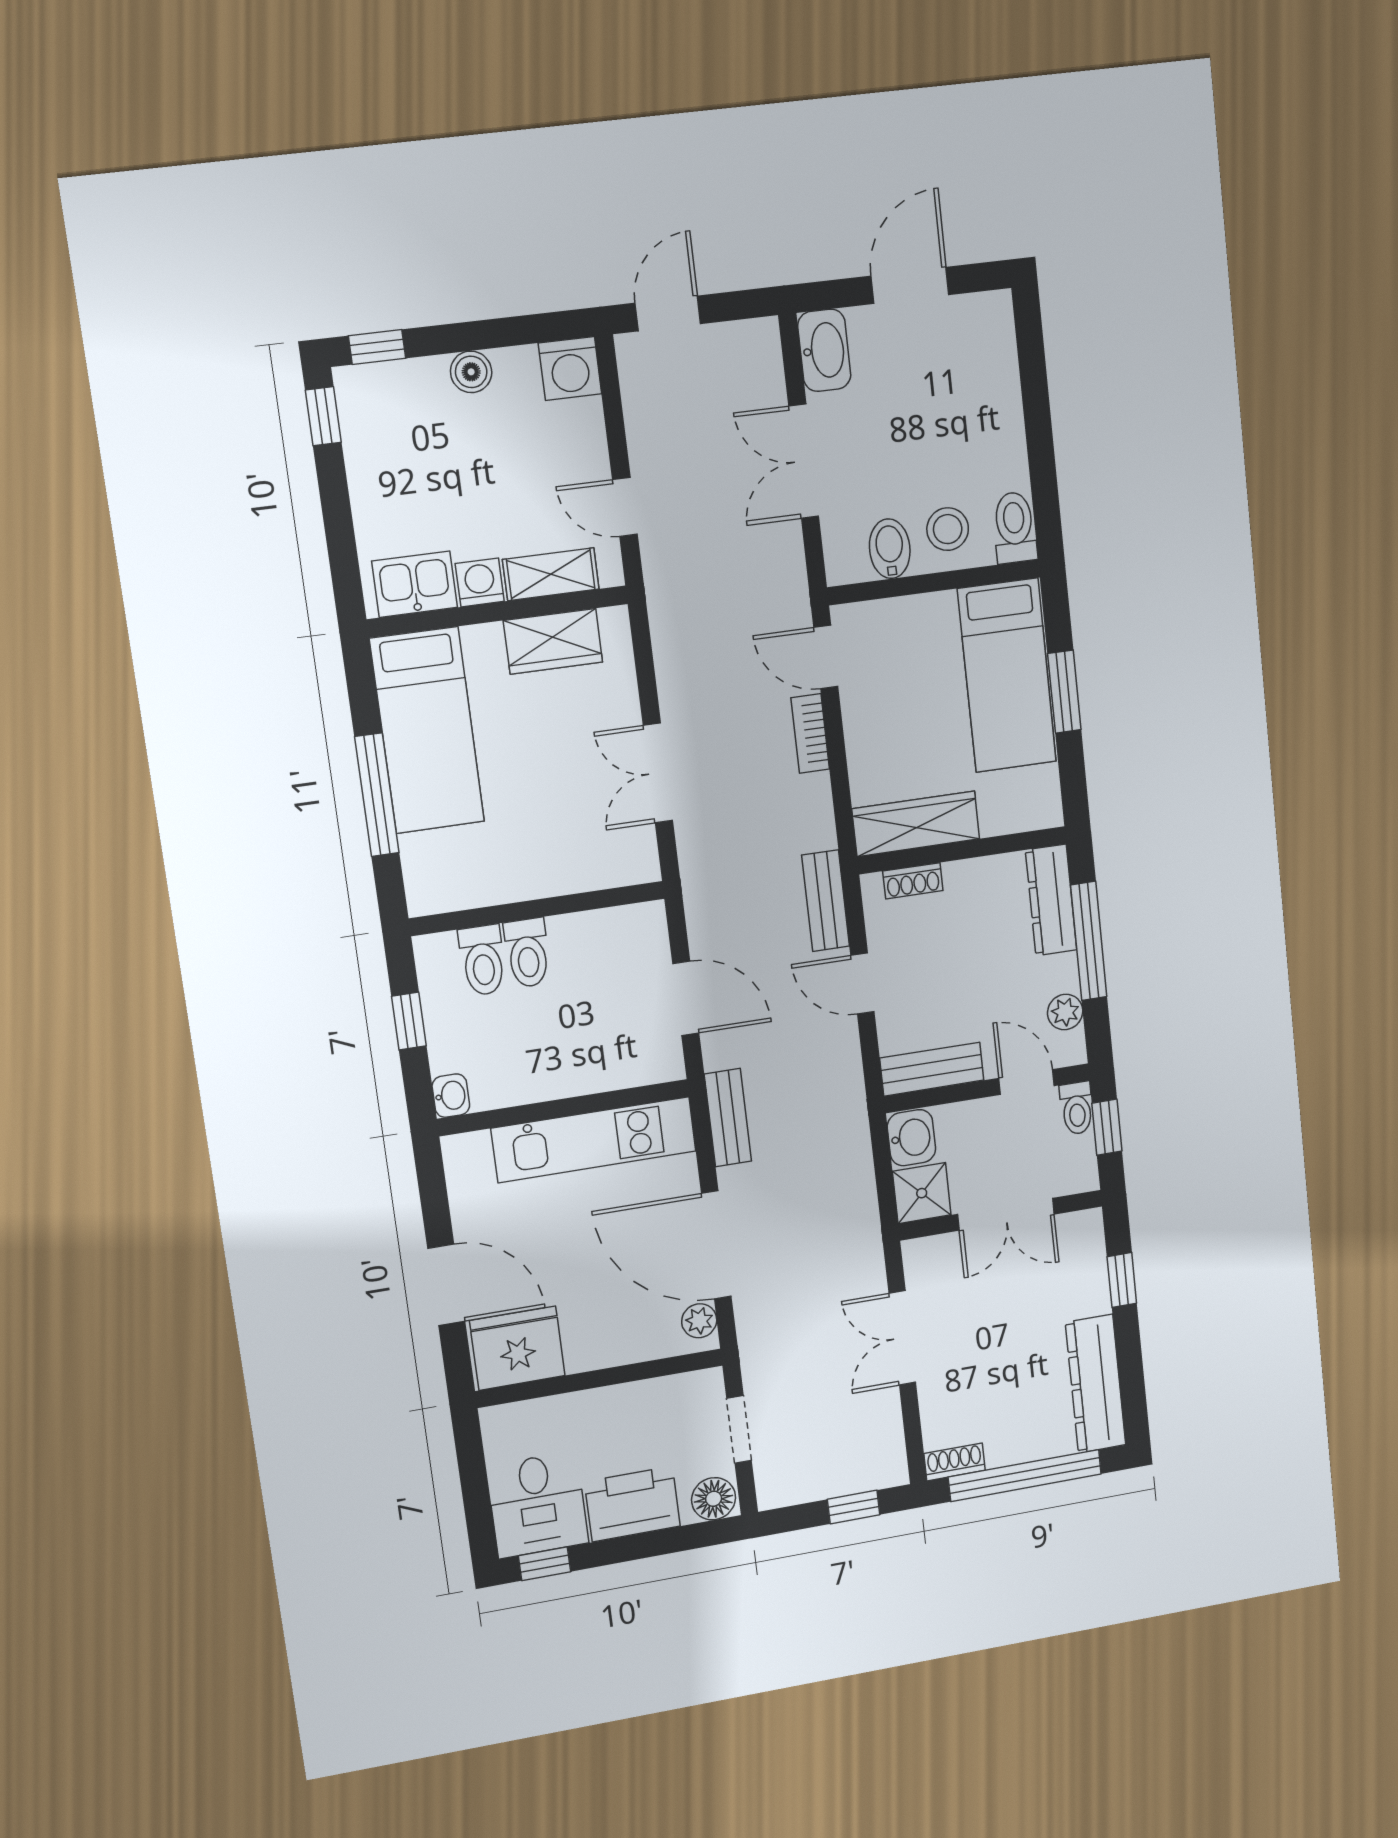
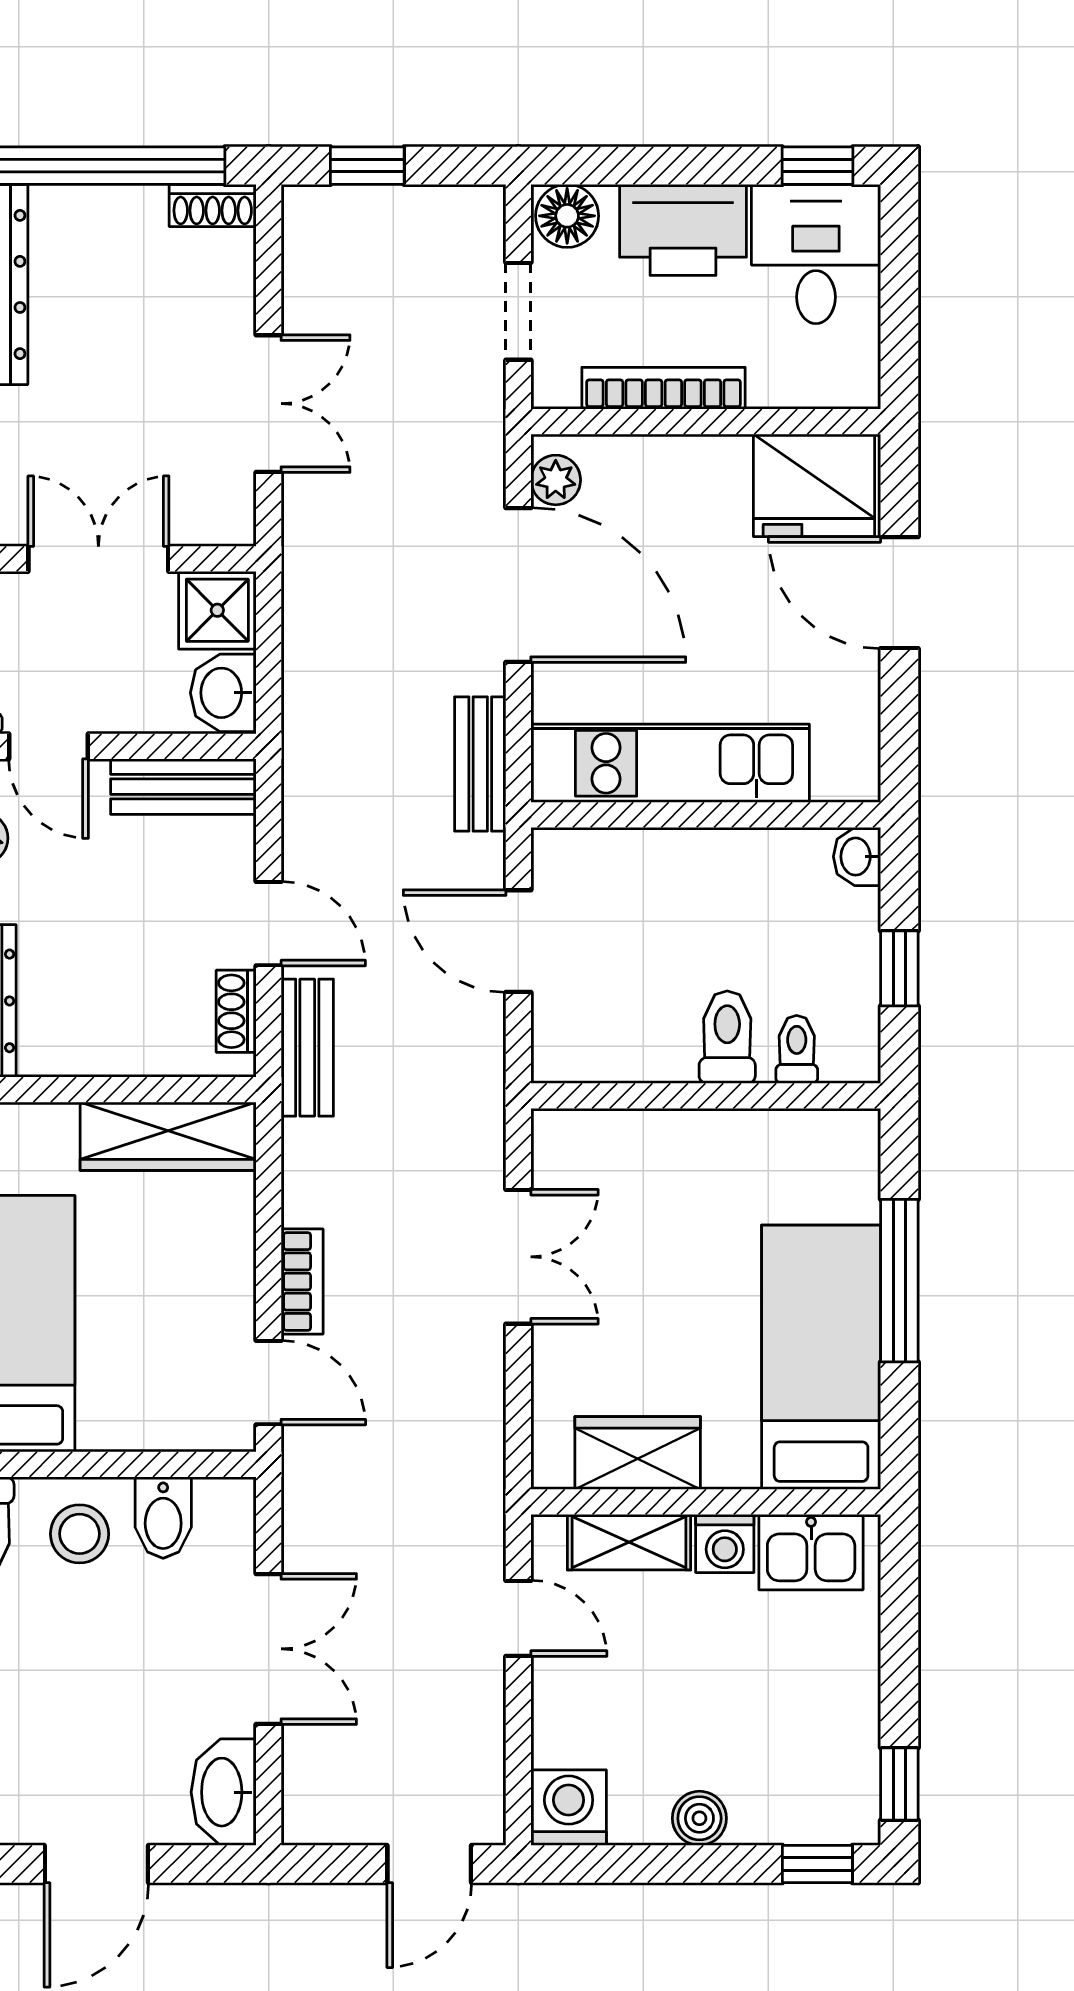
shoe rack: (913, 881) -> (236, 1011), moved, turned -90
toilet: (483, 960) -> (797, 1049), width x0.73, depth x0.72
bookcase: (632, 1396) -> (664, 388), added

